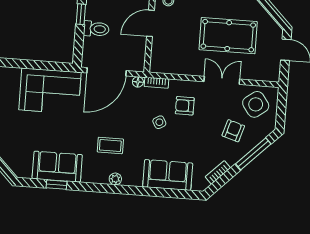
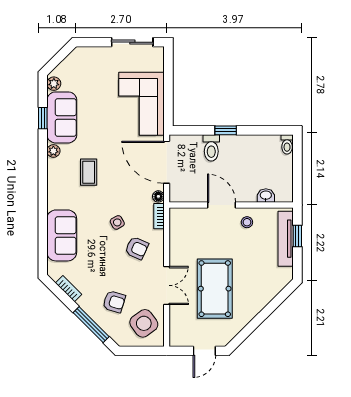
armchair: (185, 106) -> (137, 248), turned 114
plant: (25, 172) -> (54, 84), added
plant: (115, 179) -> (53, 151), moved

